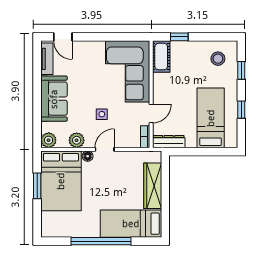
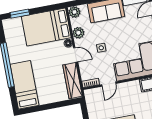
door: (151, 113) -> (109, 84), hinge flipped
dresser: (169, 142) -> (90, 101), removed
window: (37, 186) -> (20, 14), moved
wardrobe: (153, 186) -> (73, 81), moved, turned -90

